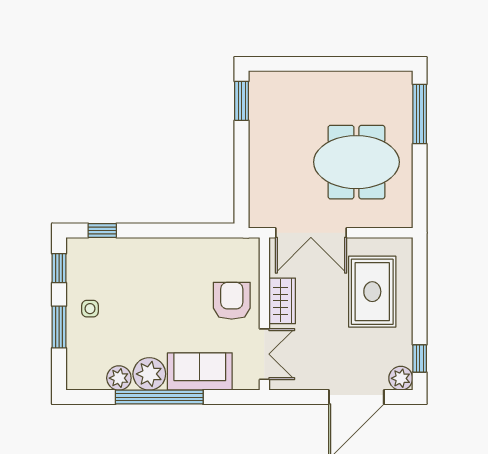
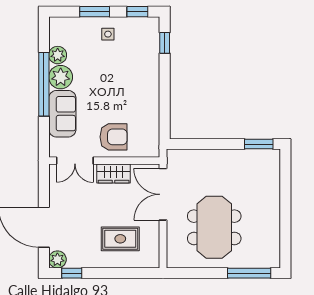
rug: (372, 292) -> (120, 239), width x0.73, depth x0.70

